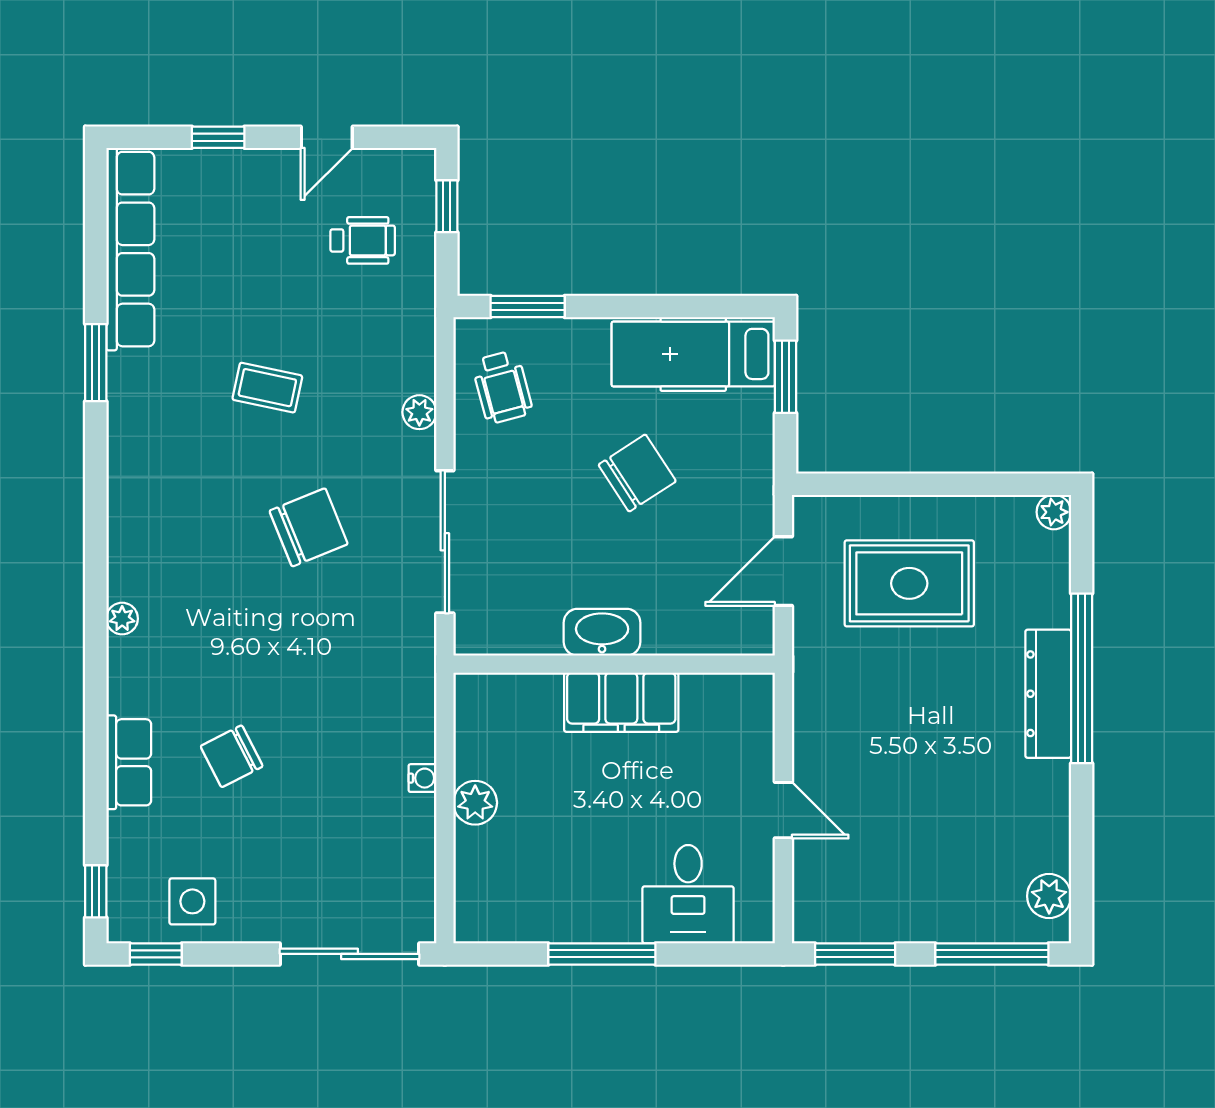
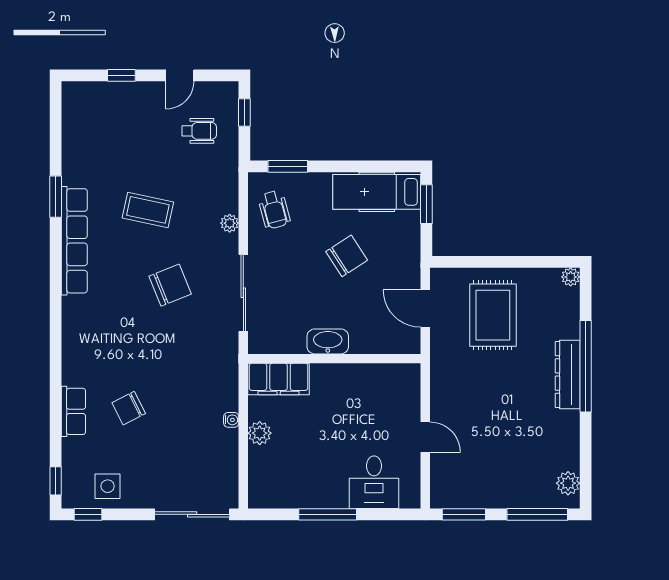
row of seats: (130, 249) -> (74, 241), moved
coffee table: (267, 388) -> (148, 210), width x1.36, depth x1.30
door: (783, 571) -> (425, 309), hinge flipped
rug: (909, 583) -> (493, 315), turned 90
plant: (122, 619) -> (70, 334), removed
filing cabinet: (621, 702) -> (279, 379), moved

